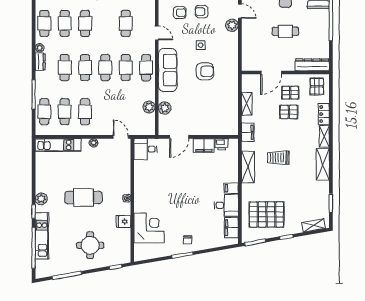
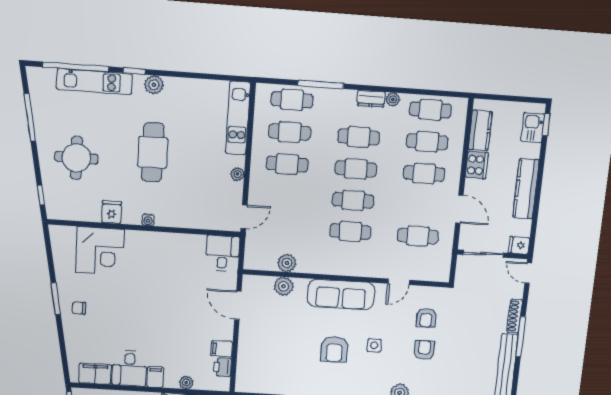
cafe table: (146, 68) -> (348, 262), removed
filing cabinet: (204, 146) -> (222, 349), width x0.50
plant: (234, 168) -> (186, 383), added

